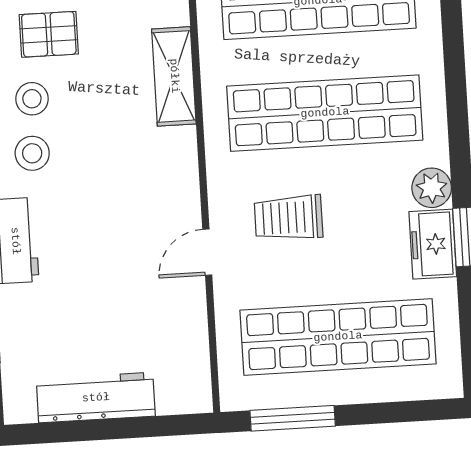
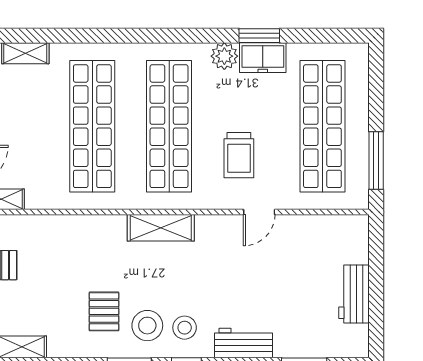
shelving: (174, 76) -> (161, 228), moved
stool: (32, 99) -> (147, 326), width x1.38, depth x1.38
door: (207, 252) -> (259, 212), hinge flipped
workbench: (96, 398) -> (354, 294), width x0.73

